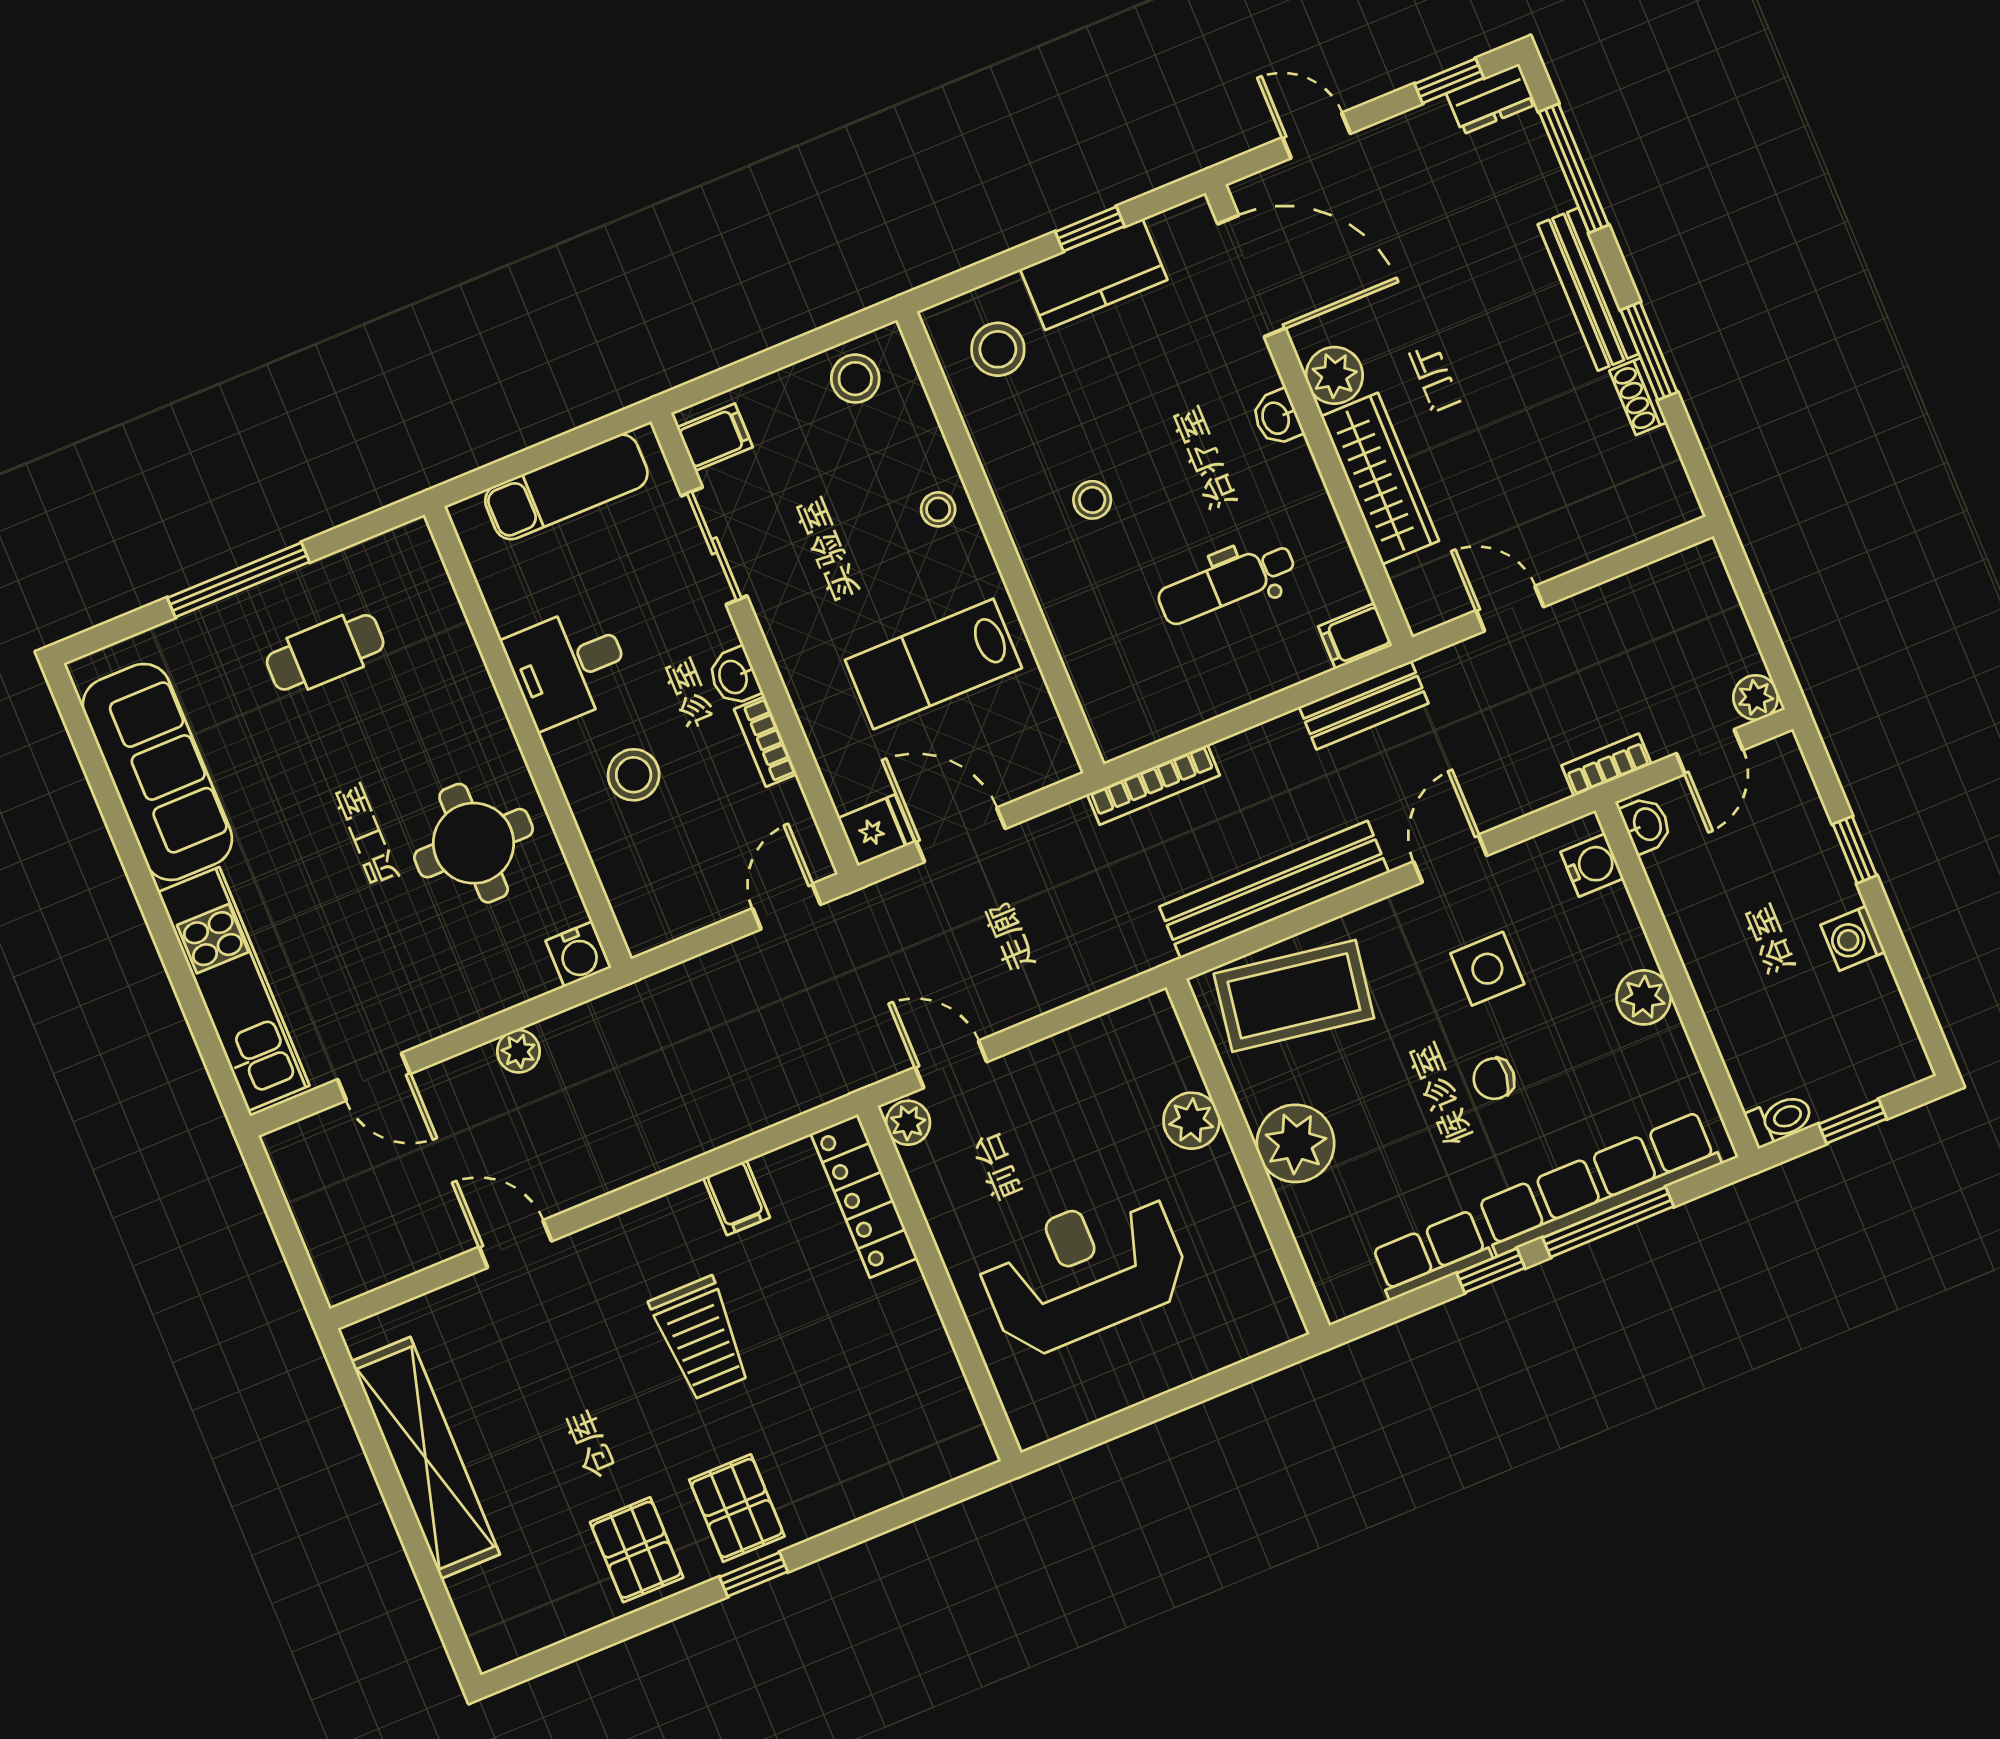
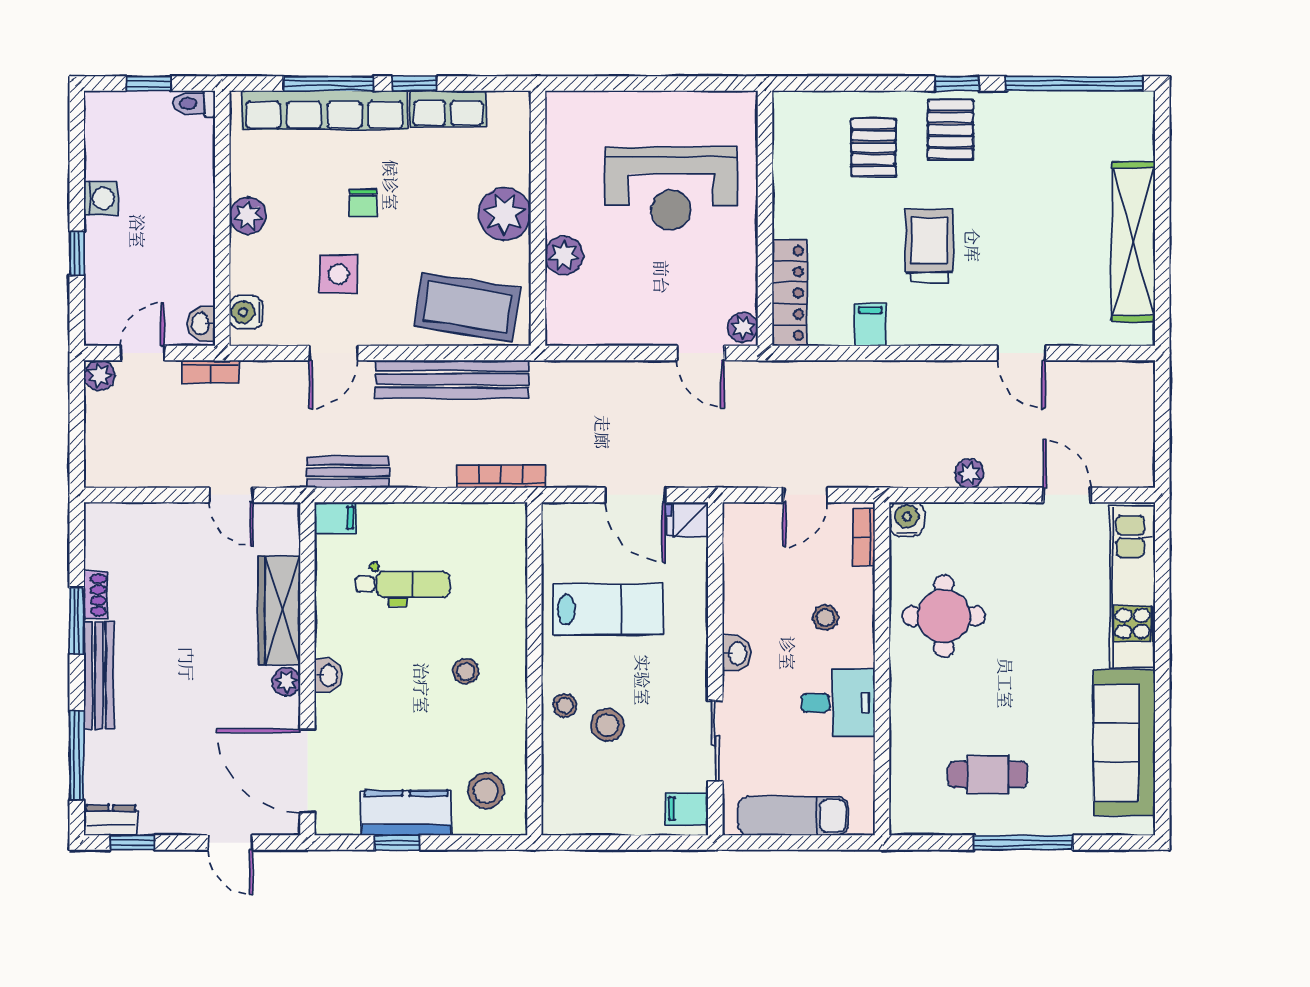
plant: (1334, 375) -> (286, 682), width x0.73, depth x0.73
stool: (855, 379) -> (607, 725), moved
bookcase: (765, 742) -> (864, 537), moved, turned 180
stool: (634, 775) -> (825, 618), width x0.73, depth x0.73
door: (787, 907) -> (805, 495), moved
chair: (1494, 1079) -> (363, 203), turned 84
pallet: (637, 1550) -> (874, 148), moved
window: (595, 1640) -> (1074, 83), added

